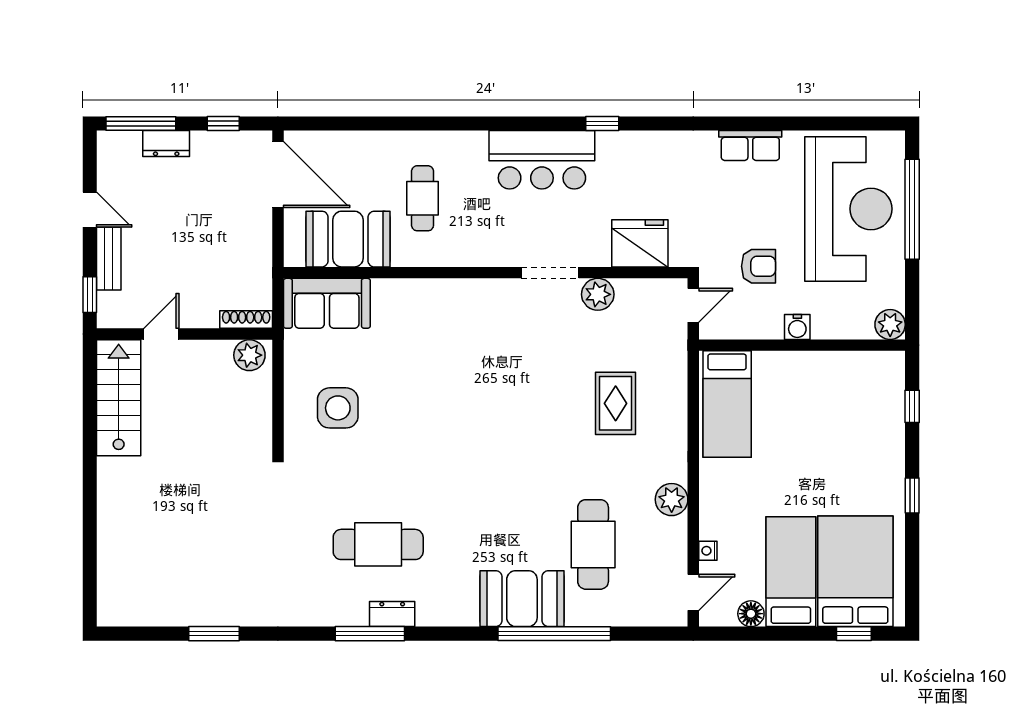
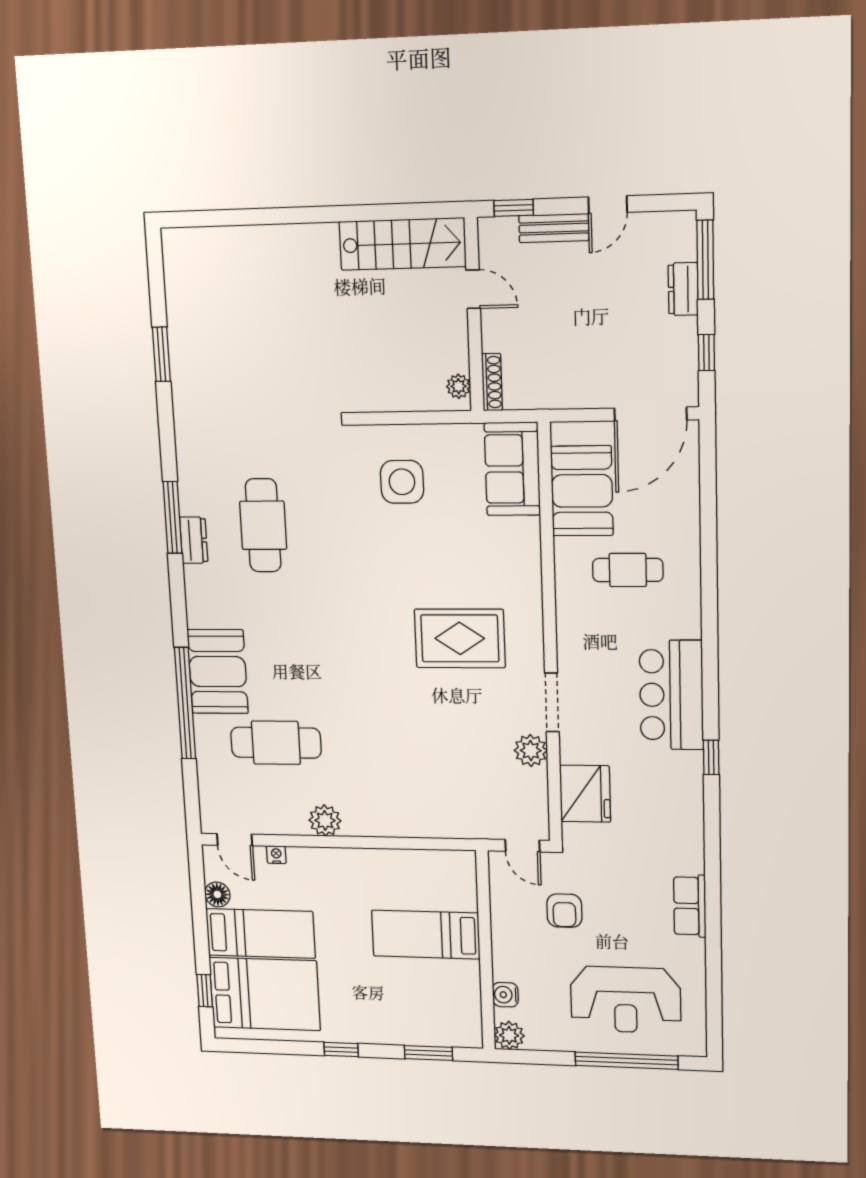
reception desk: (848, 209) -> (625, 1000), width x0.74, depth x0.77
water cooler: (797, 327) -> (505, 995), moved
plant: (249, 355) -> (459, 386), width x0.73, depth x0.73
rug: (616, 403) -> (460, 638), moved, width x1.36, depth x1.43
bed: (727, 404) -> (426, 935), moved
window: (912, 406) -> (428, 1053), width x1.50

